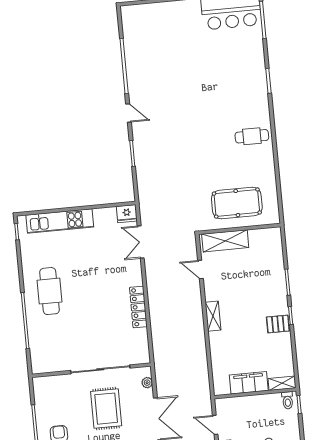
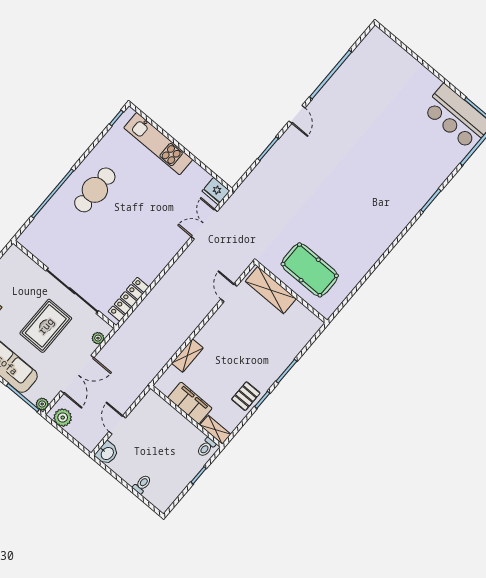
cafe table: (252, 136) -> (374, 230), removed
locker: (138, 307) -> (129, 299), moved
shelving: (213, 316) -> (187, 355), moved
pallet: (278, 324) -> (246, 396), turned 90
filing cabinet: (249, 383) -> (190, 403), moved
shelving: (282, 383) -> (215, 430), moved
wall: (255, 393) -> (186, 416), moved
toilet: (288, 400) -> (206, 447), moved

